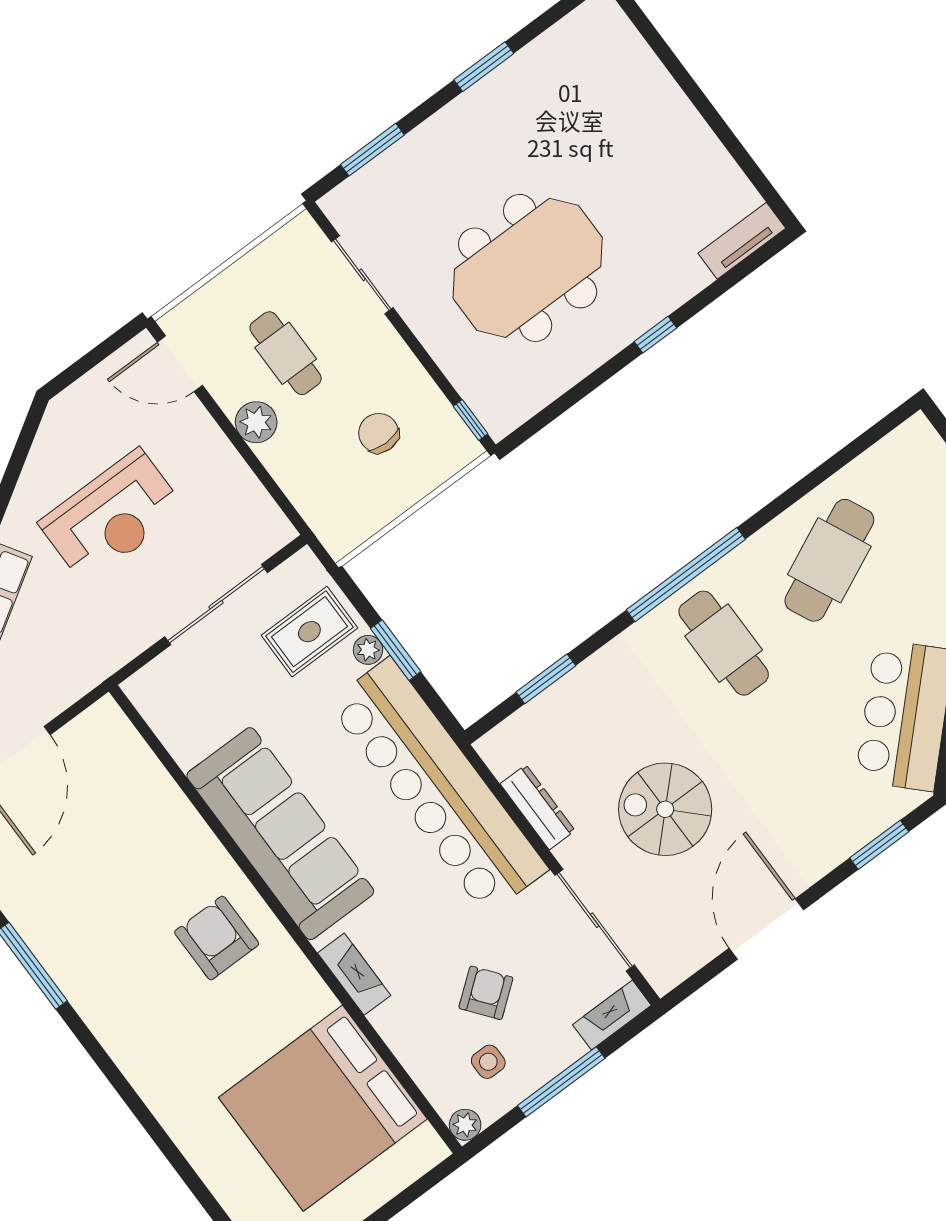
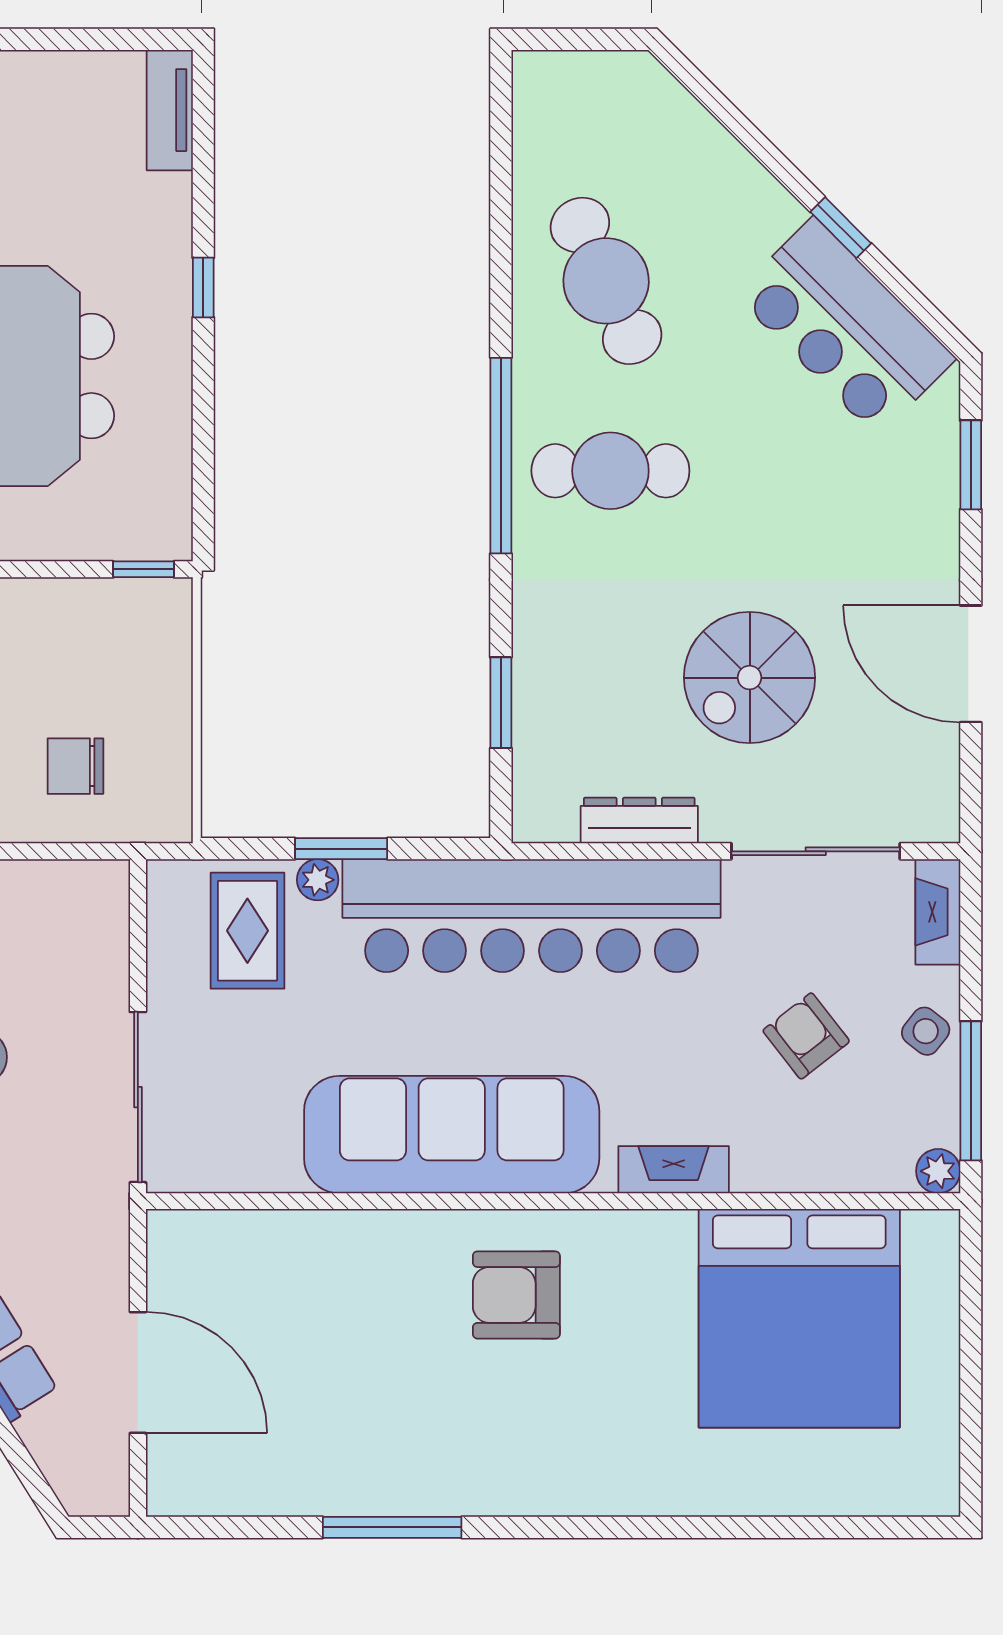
chair: (379, 433) -> (75, 766), moved
sliding door: (216, 605) -> (138, 1097), moved
side table: (488, 1062) -> (926, 1031), moved, turned 38
window: (561, 1082) -> (971, 1091), moved

